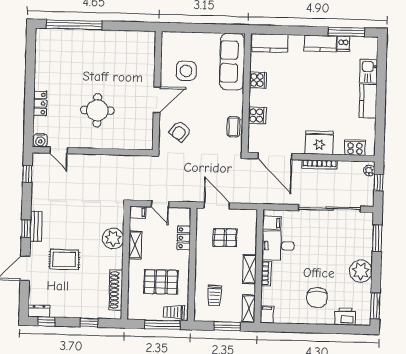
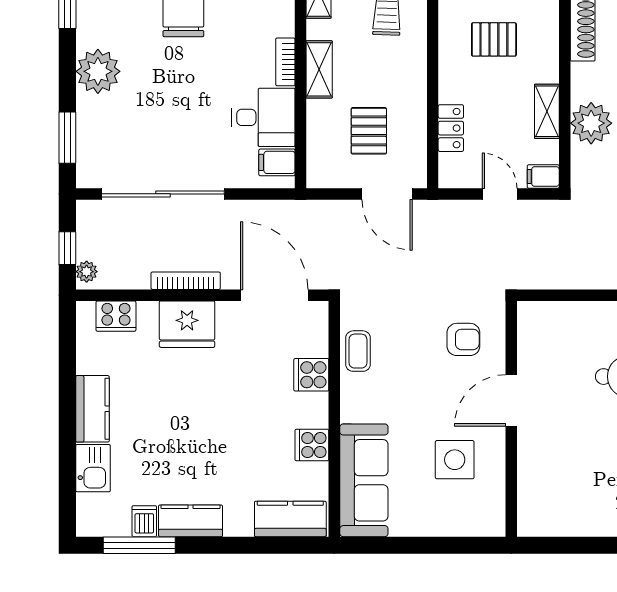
armchair: (180, 131) -> (463, 339), turned 53
pallet: (225, 238) -> (369, 131), turned 90
pallet: (161, 282) -> (494, 39), width x0.67, depth x0.71

